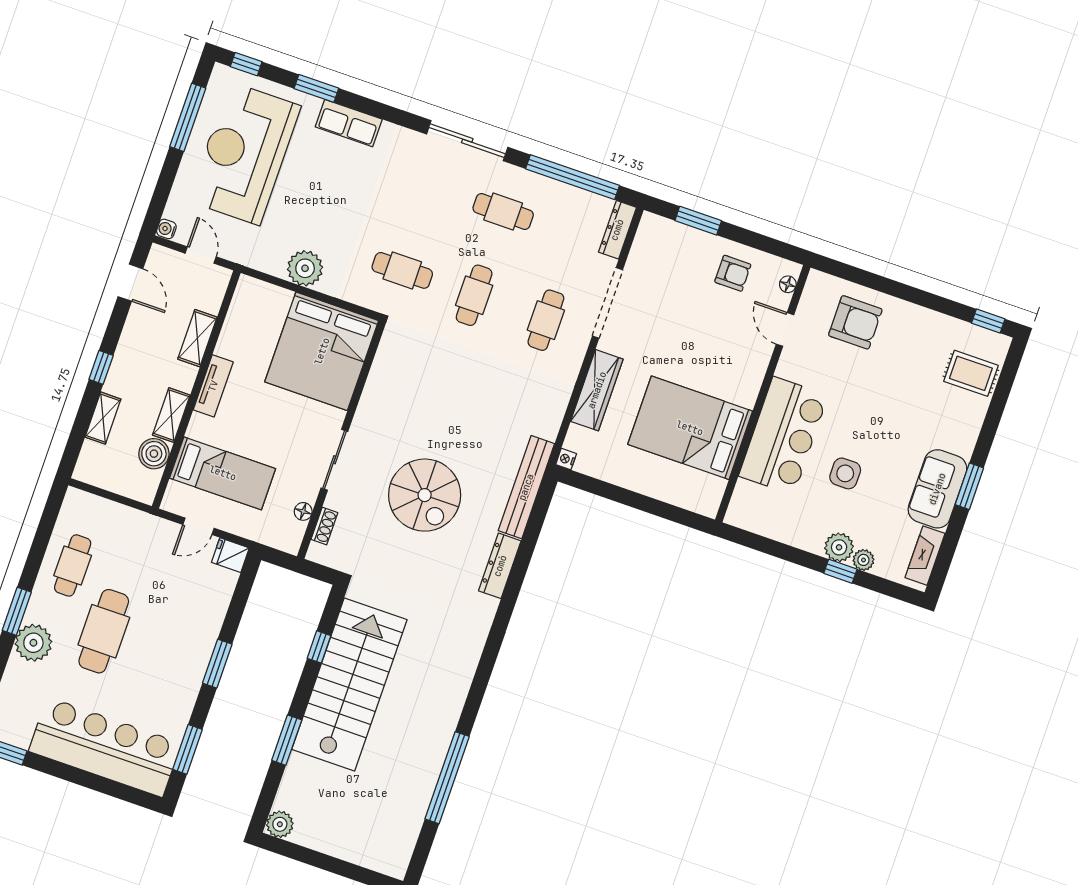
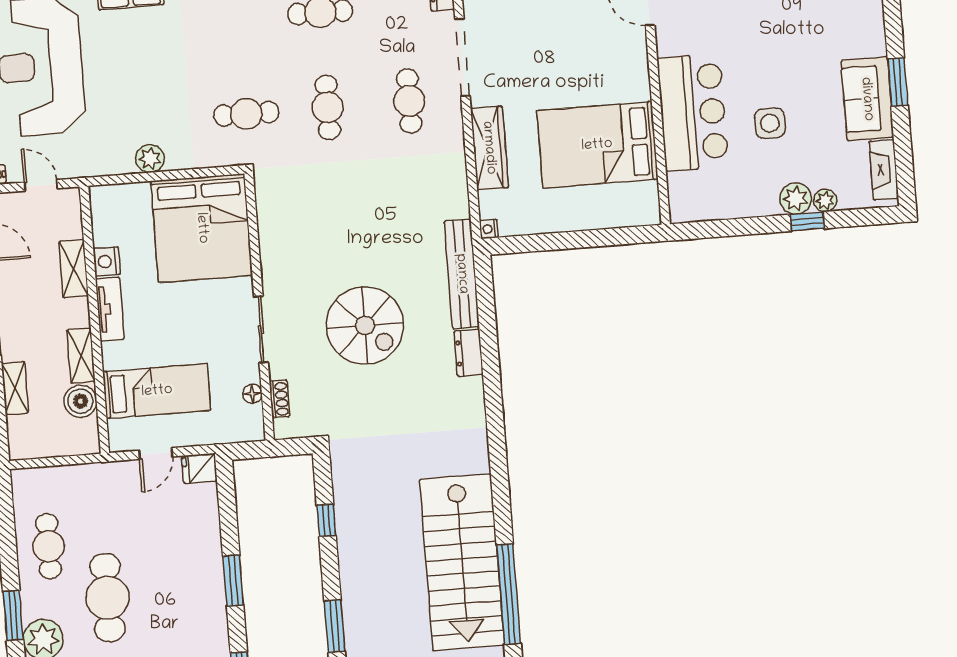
plant: (305, 268) -> (150, 159), width x0.73, depth x0.73
nightstand: (228, 344) -> (107, 261), added
dresser: (500, 566) -> (469, 353), width x0.70
stairs: (349, 684) -> (462, 562), moved, turned 180

